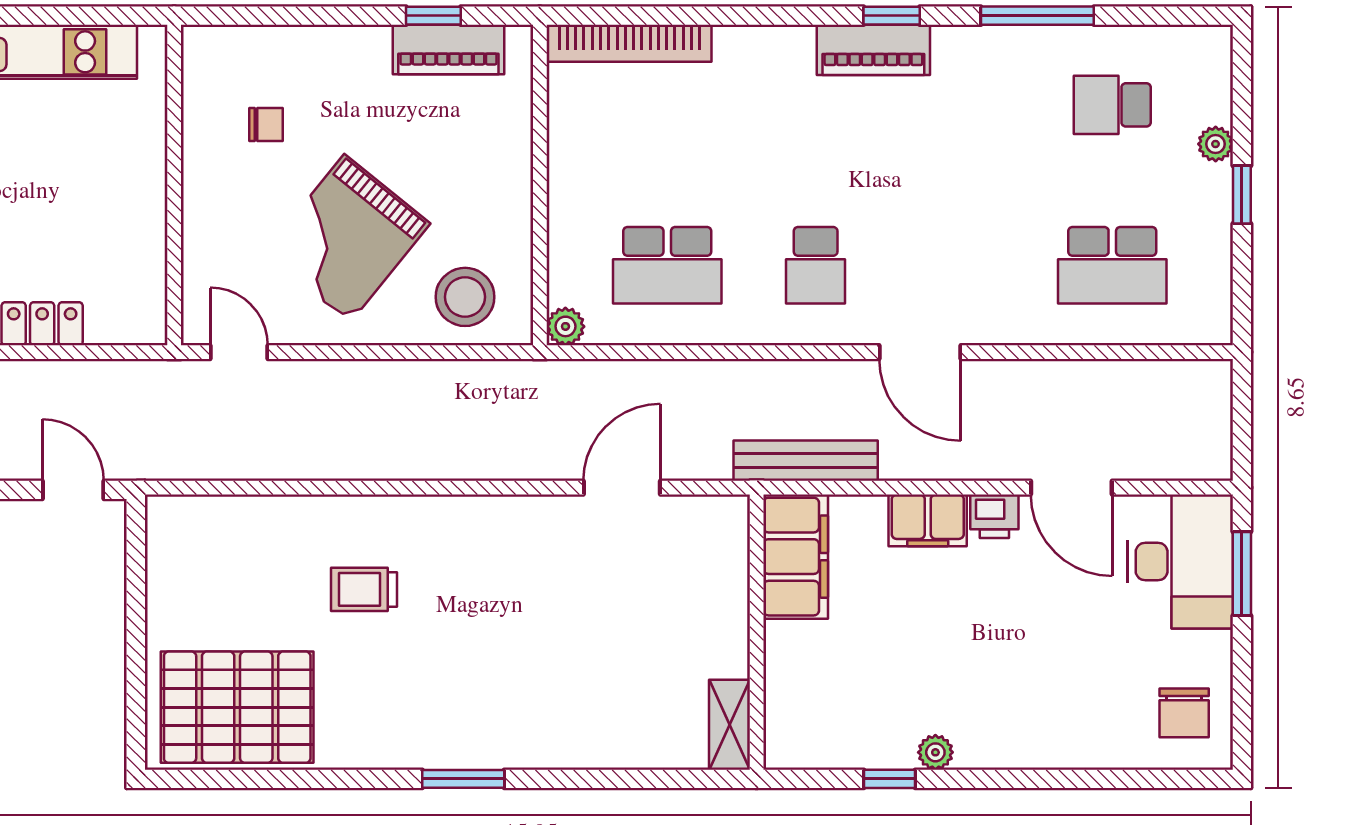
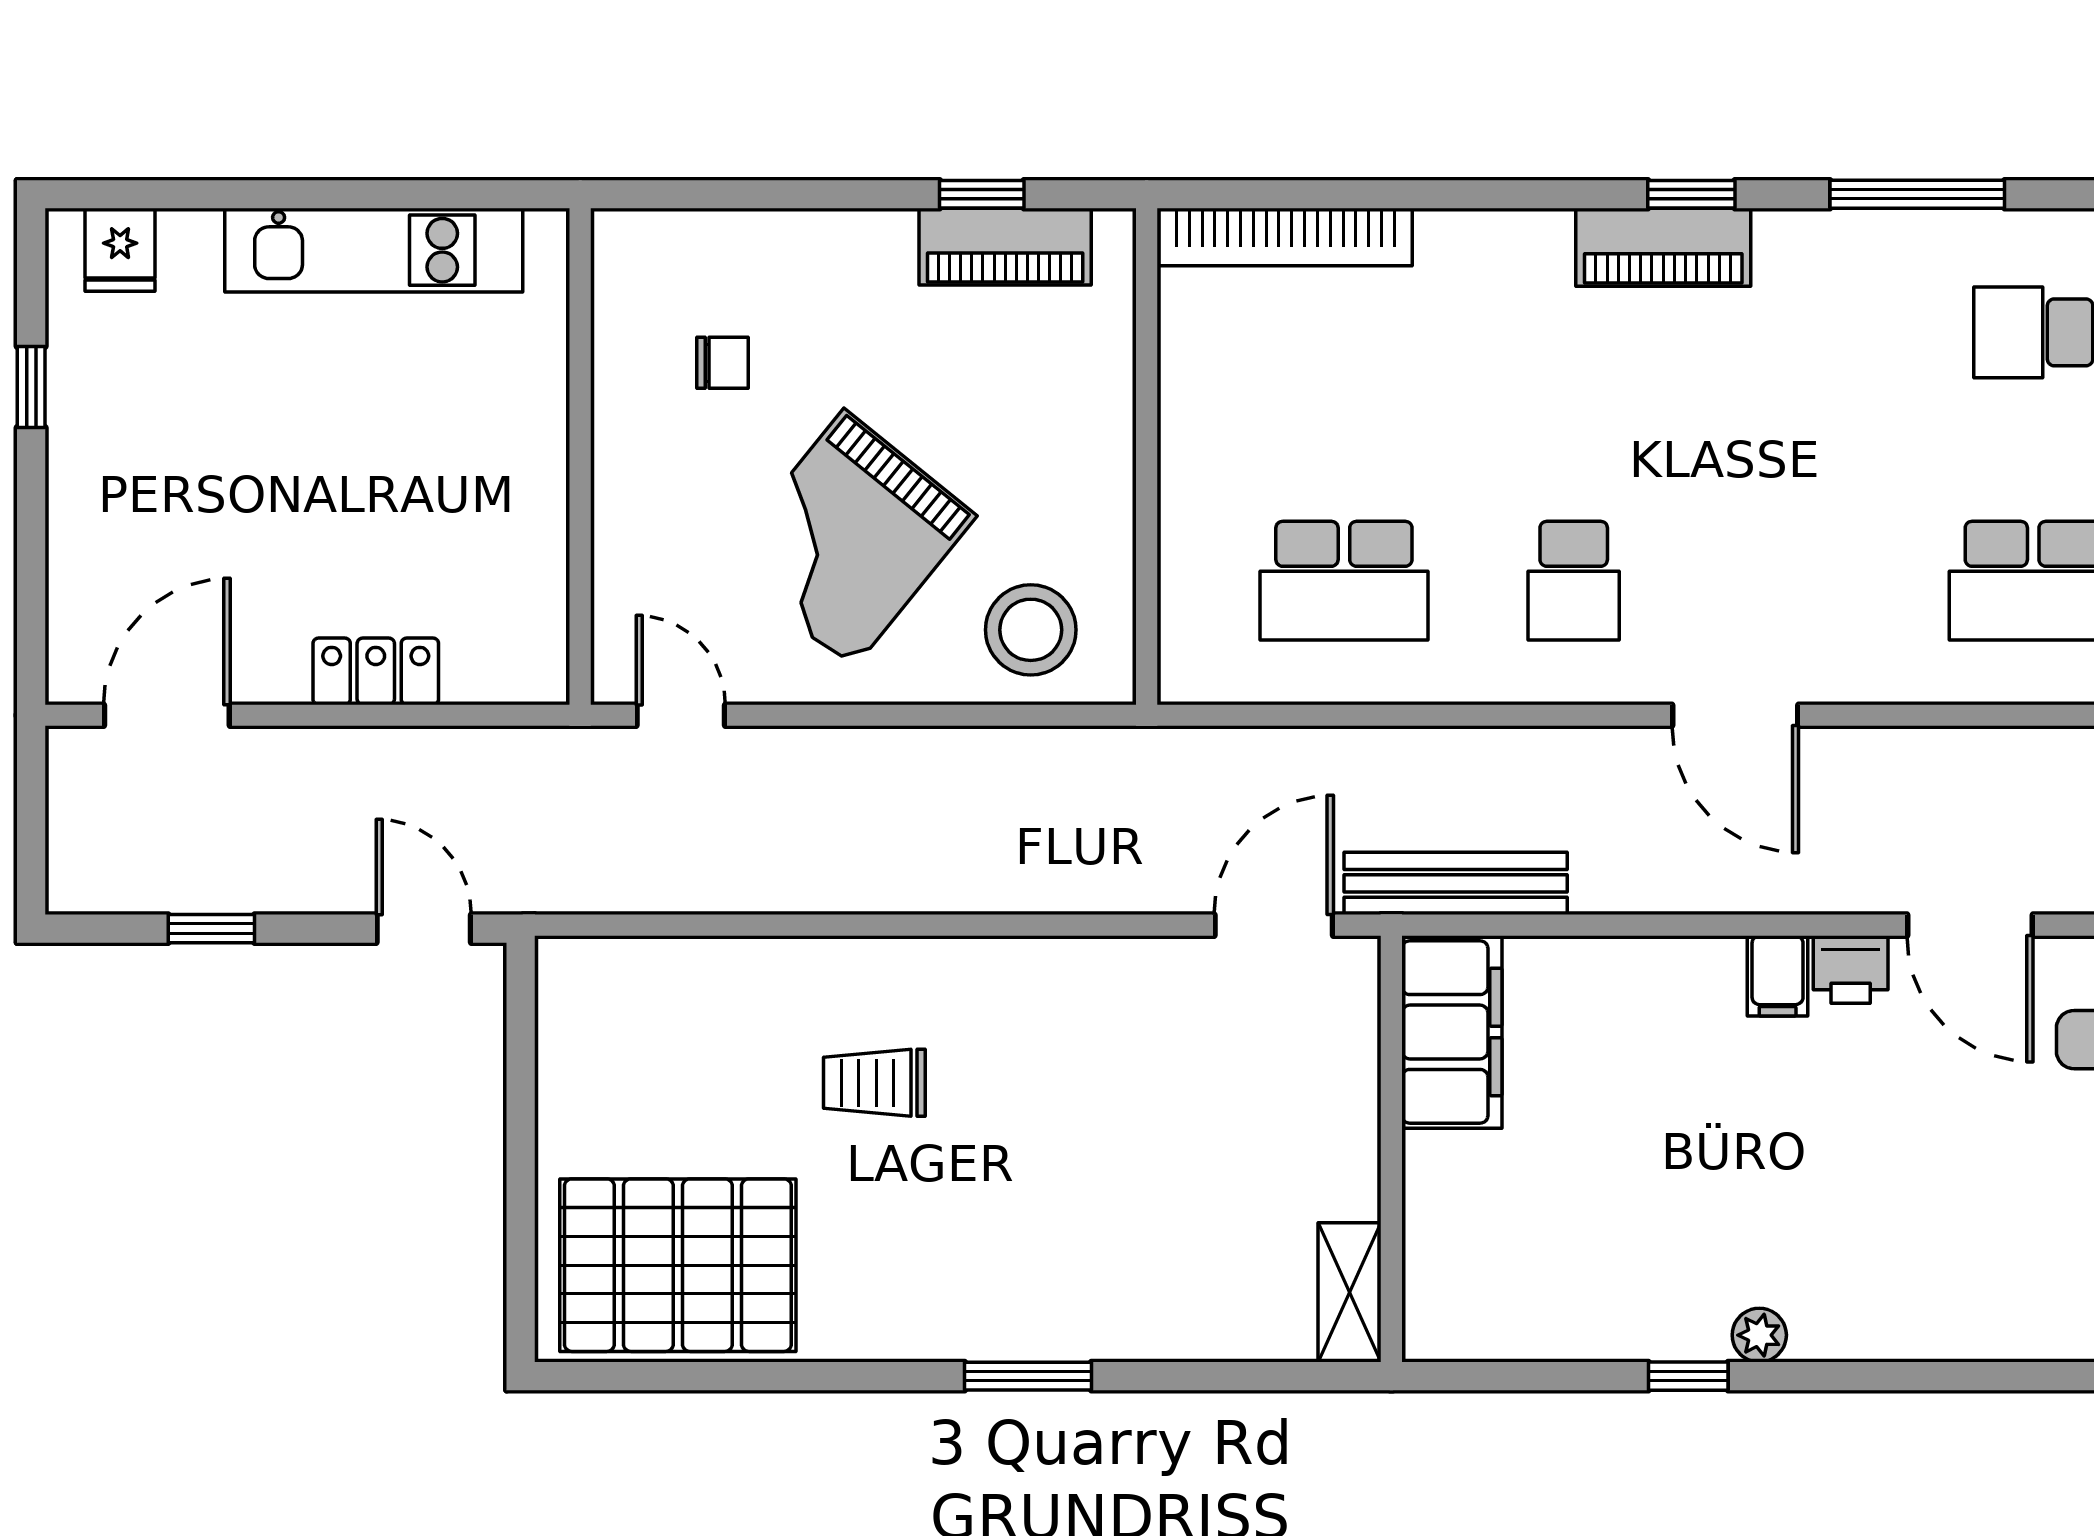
plant: (565, 326) -> (1186, 676), removed
bench: (806, 461) -> (1456, 883), moved
filing cabinet: (928, 520) -> (1778, 976), width x0.50
filing cabinet: (796, 557) -> (1452, 1032), moved
wall: (757, 632) -> (1391, 1149), moved
shelving: (730, 725) -> (1349, 1292), moved

